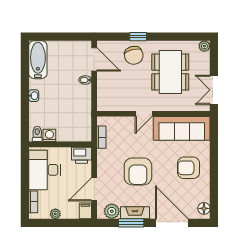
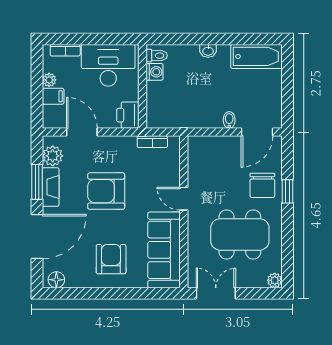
chair: (134, 55) -> (262, 185), turned -77
filing cabinet: (85, 211) -> (53, 96), moved

